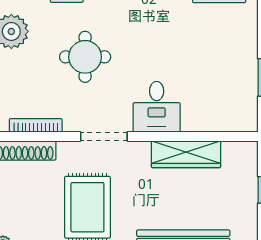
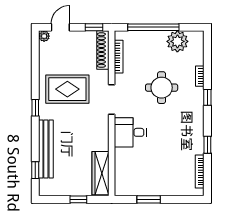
wardrobe: (186, 154) -> (101, 173), moved

